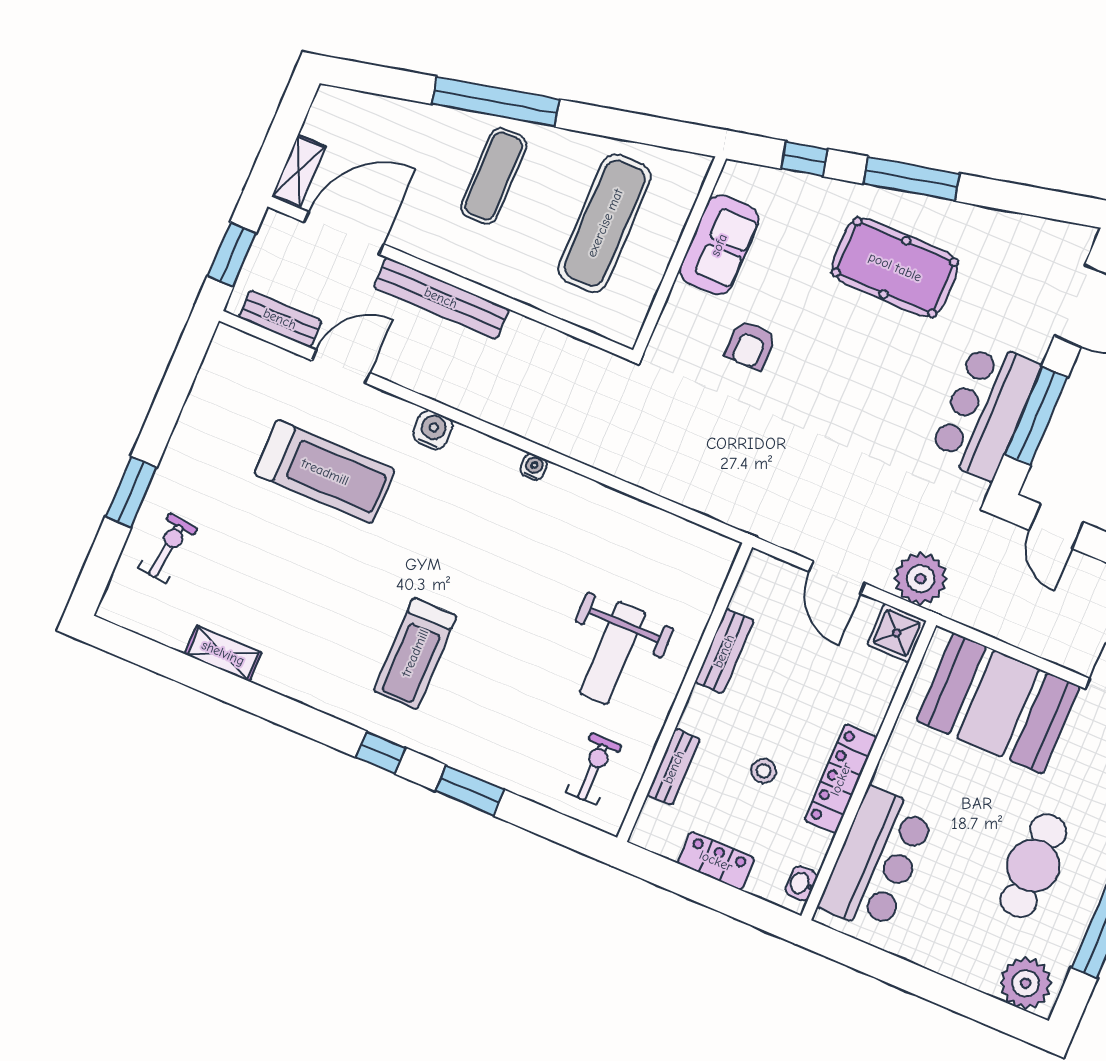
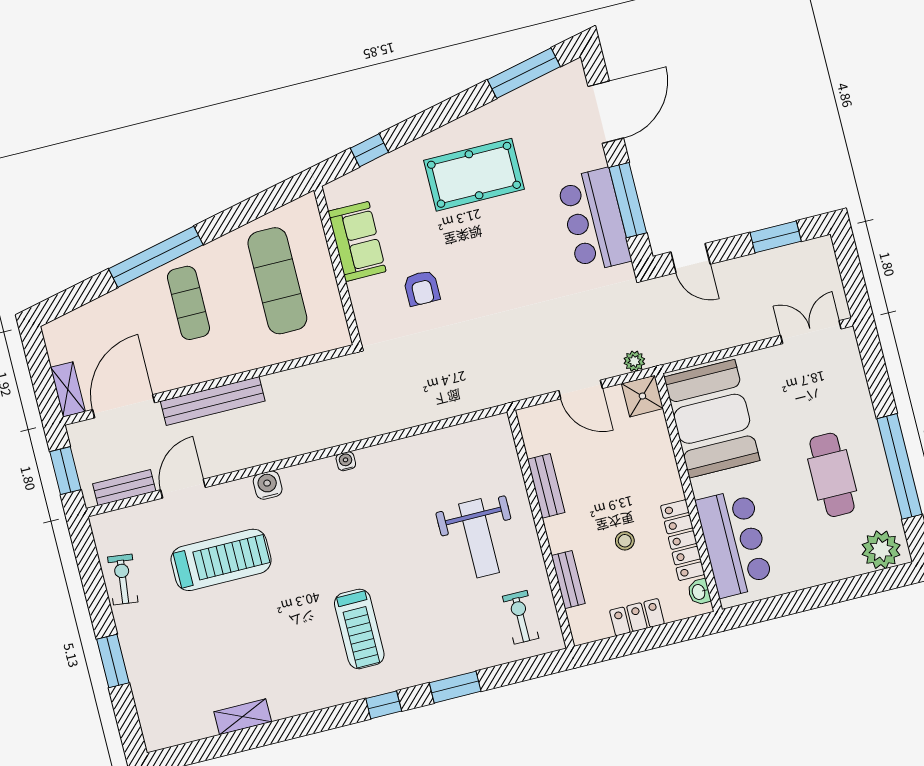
window: (912, 179) -> (524, 73), moved
exercise bike: (168, 548) -> (123, 580), moved
plant: (921, 579) -> (634, 361), width x0.53, depth x0.53
booth: (998, 704) -> (712, 419), moved, turned 90
locker: (841, 779) -> (683, 540), moved

